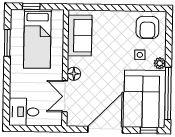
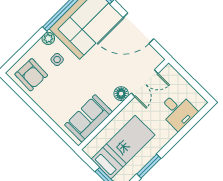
armchair: (147, 27) -> (31, 75), turned 92
desk: (24, 112) -> (178, 111), moved

